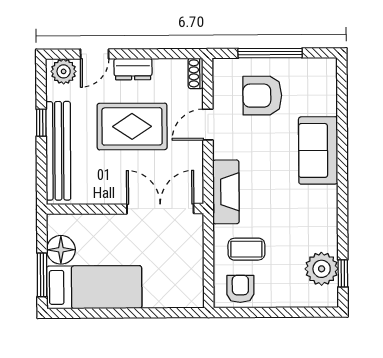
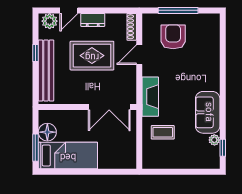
shoe rack: (196, 73) -> (132, 27), width x1.43
armchair: (262, 96) -> (173, 37), turned 90
sofa: (318, 150) -> (208, 112), moved
double door: (160, 209) -> (109, 107), swing flipped
plant: (322, 269) -> (214, 140), width x0.53, depth x0.53
armchair: (240, 289) -> (159, 157), removed

